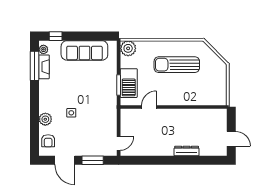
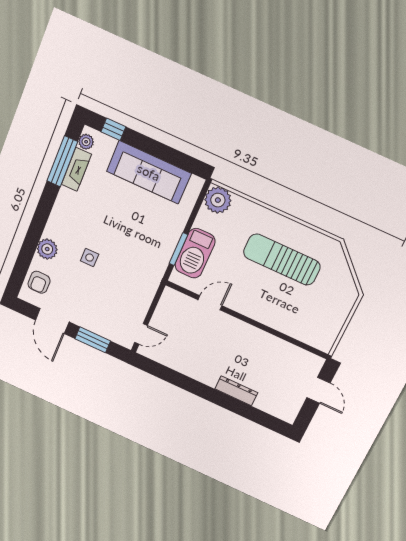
door: (231, 139) -> (319, 390), moved

